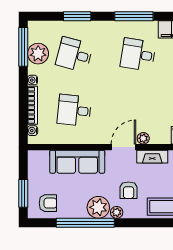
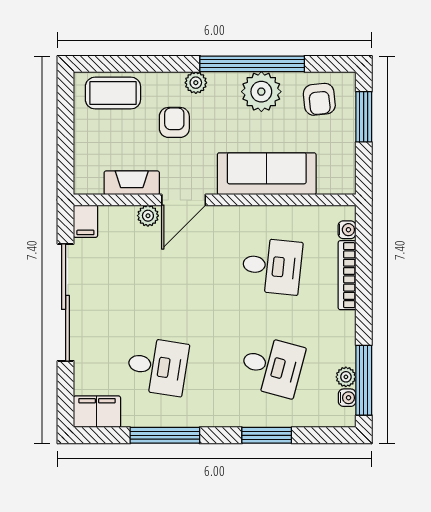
plant: (38, 54) -> (346, 377), width x0.53, depth x0.53
water cooler: (32, 80) -> (347, 398), moved
armchair: (48, 203) -> (319, 99), turned -96
plant: (98, 207) -> (261, 92), moved

